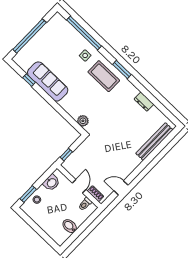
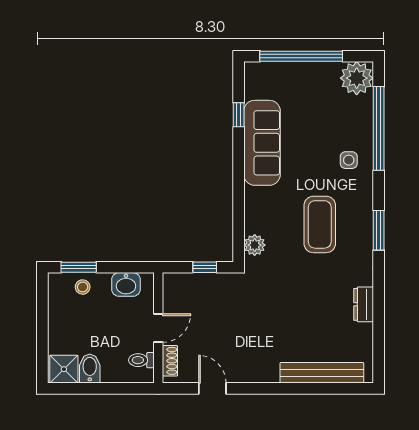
plant: (58, 23) -> (357, 78), added
coffee table: (104, 76) -> (320, 224), moved
window: (66, 155) -> (205, 267), moved
shower: (61, 236) -> (64, 369), added

